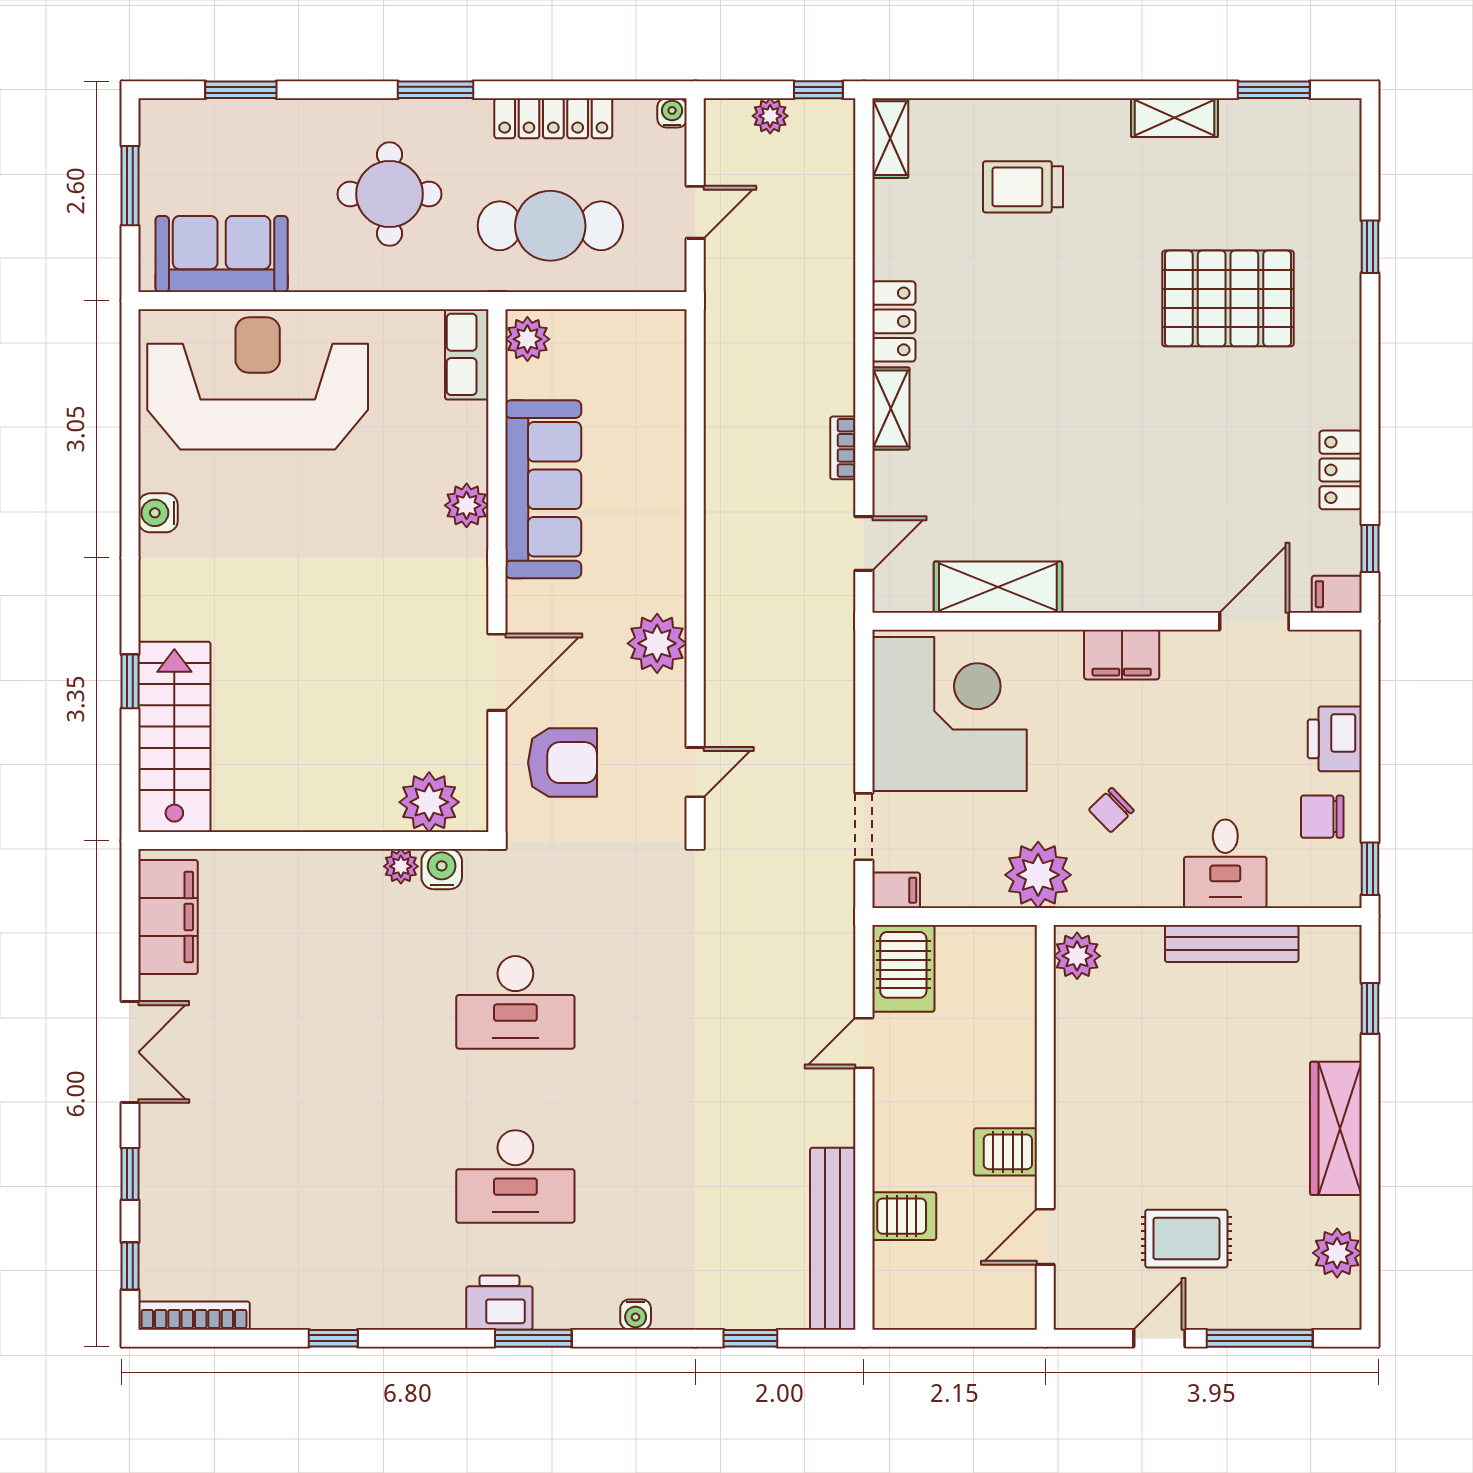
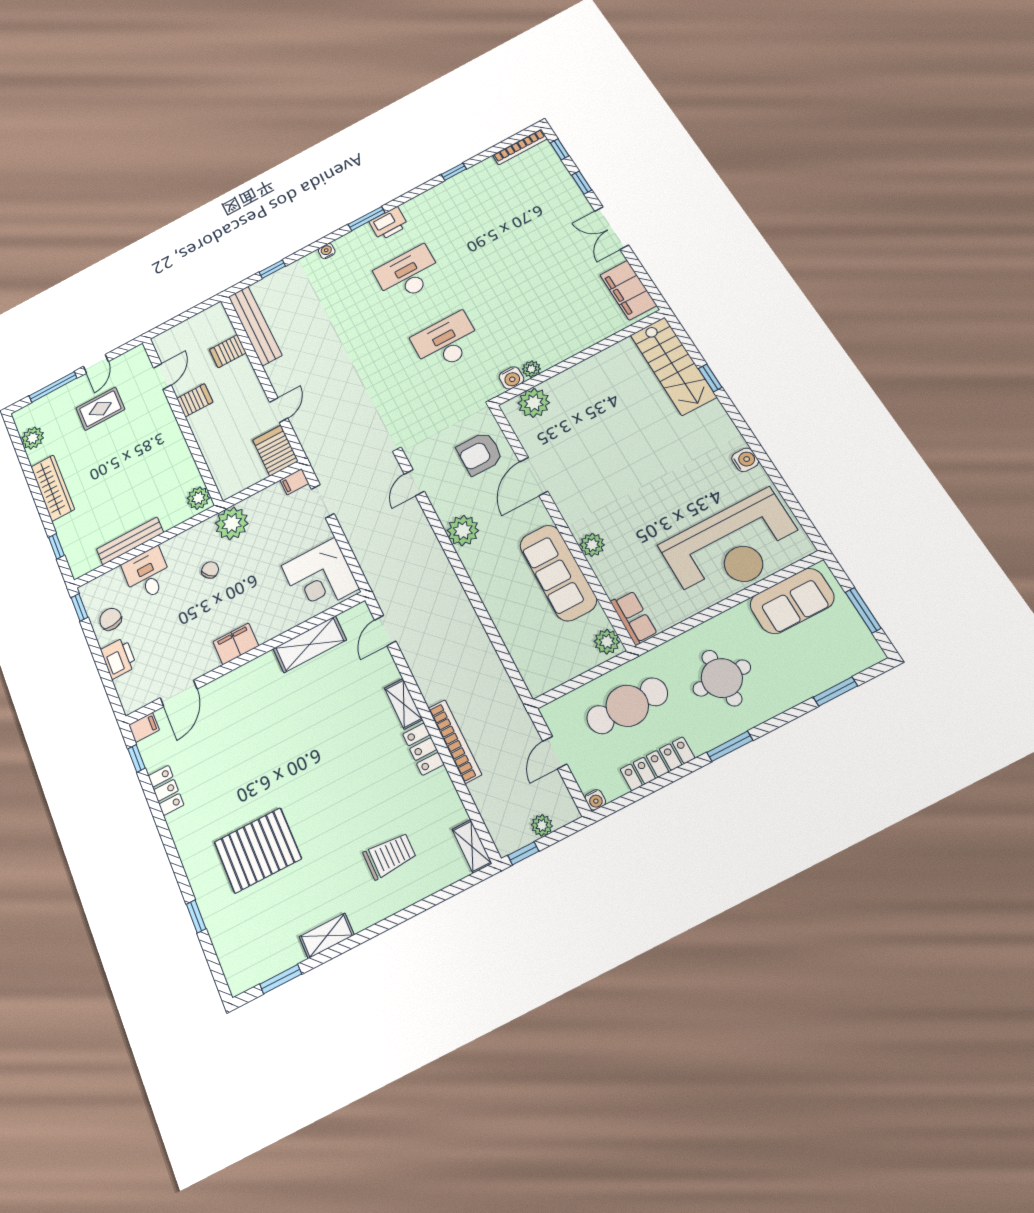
bookcase: (843, 448) -> (455, 741), moved, width x2.31, depth x1.31
corner desk: (950, 714) -> (320, 577), width x0.74, depth x0.74
chair: (1322, 817) -> (111, 619), turned -97

